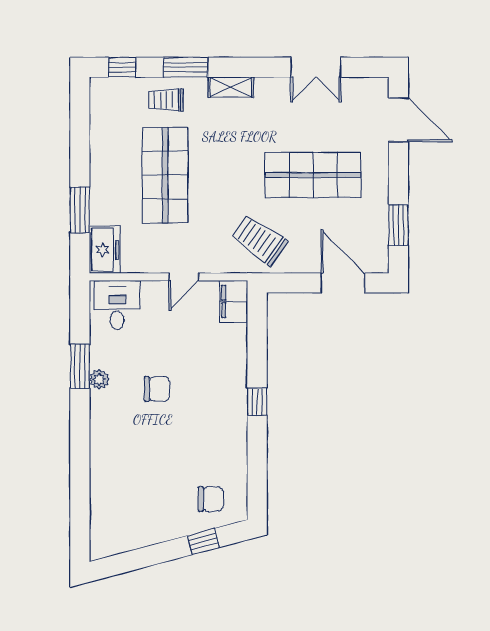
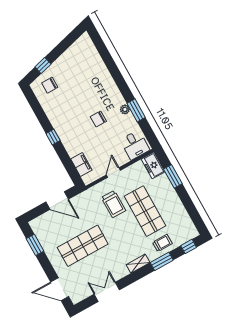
trolley: (259, 240) -> (113, 204), moved, turned 55
door: (343, 283) -> (57, 200), moved
filing cabinet: (234, 301) -> (81, 164), moved

